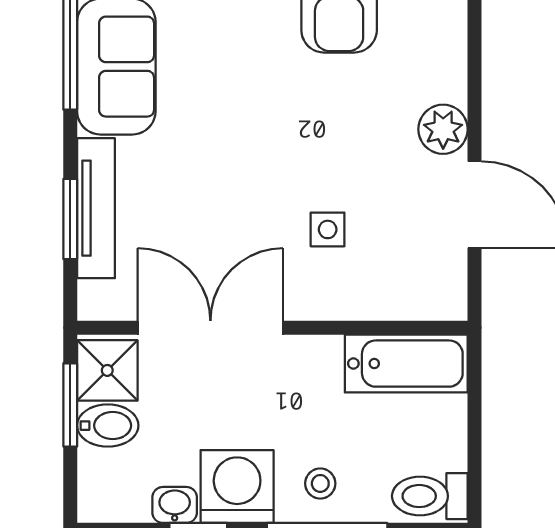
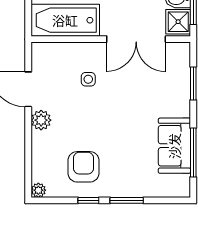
tv unit: (96, 208) -> (183, 88), removed
bathtub: (406, 364) -> (65, 20), width x1.36, depth x1.36

